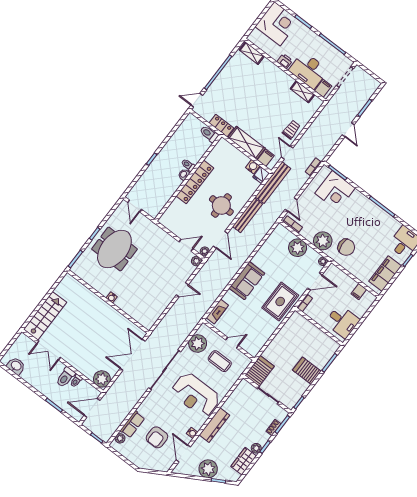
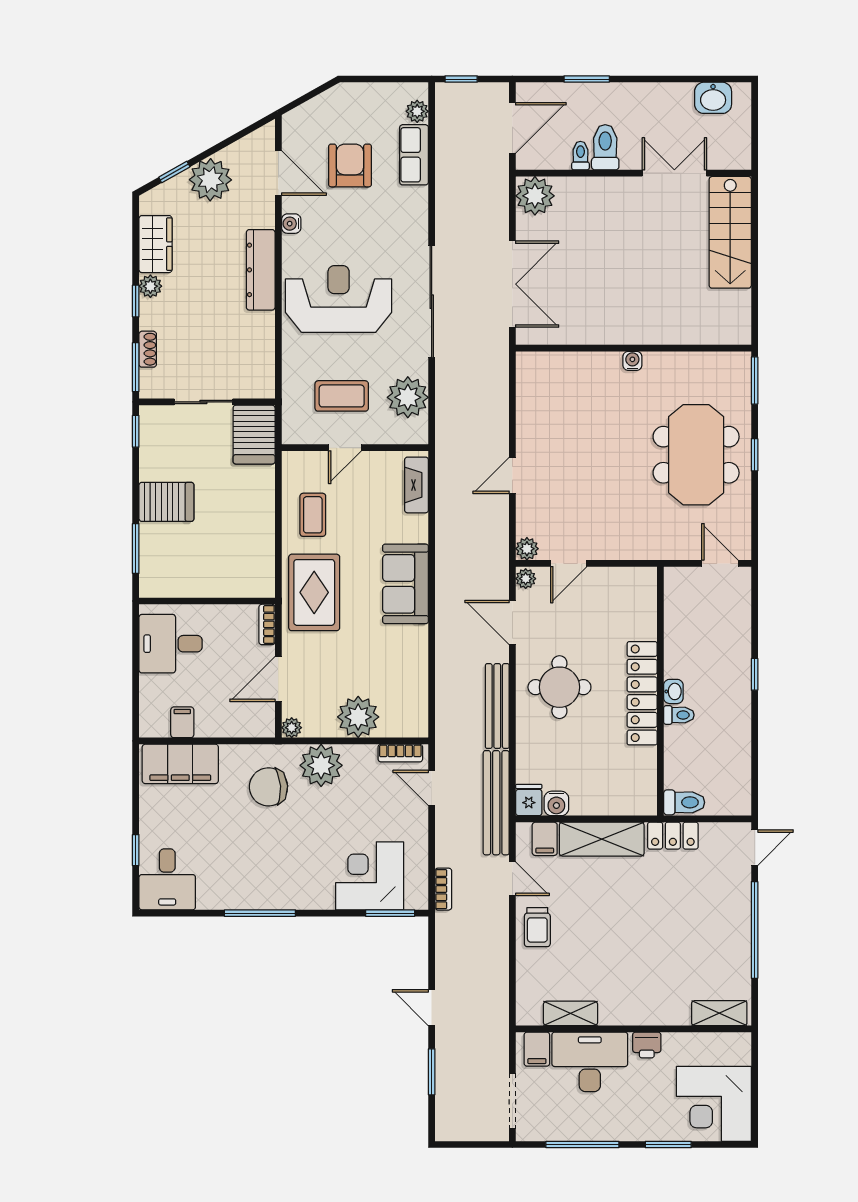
filing cabinet: (385, 274) -> (180, 764), moved, turned 90
coffee table: (260, 328) -> (313, 515), added

